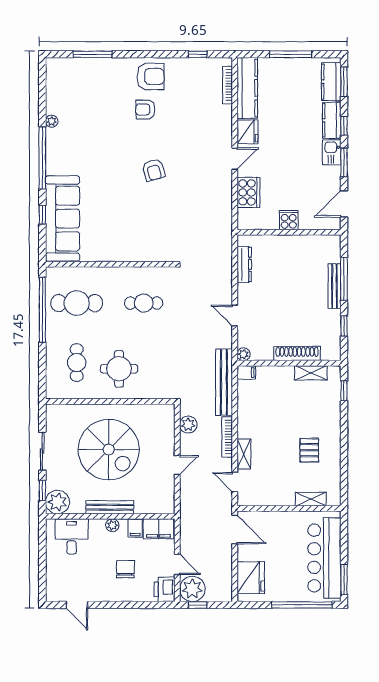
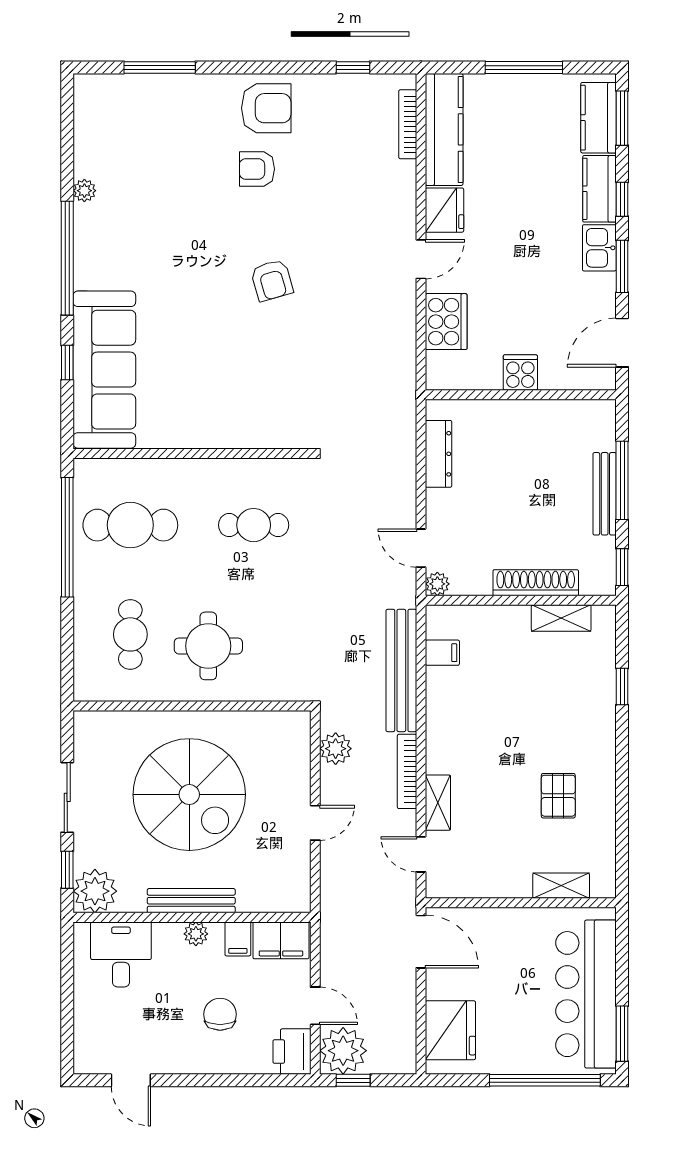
plant: (244, 354) -> (437, 584), moved
shoe rack: (297, 354) -> (536, 583), moved
wall: (289, 363) -> (521, 600), moved
shelving: (311, 373) -> (561, 618), moved

